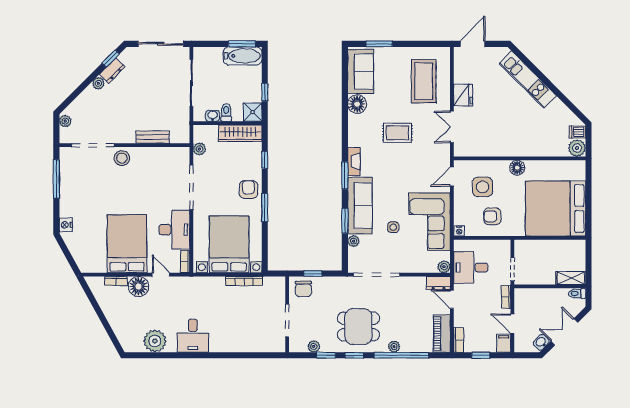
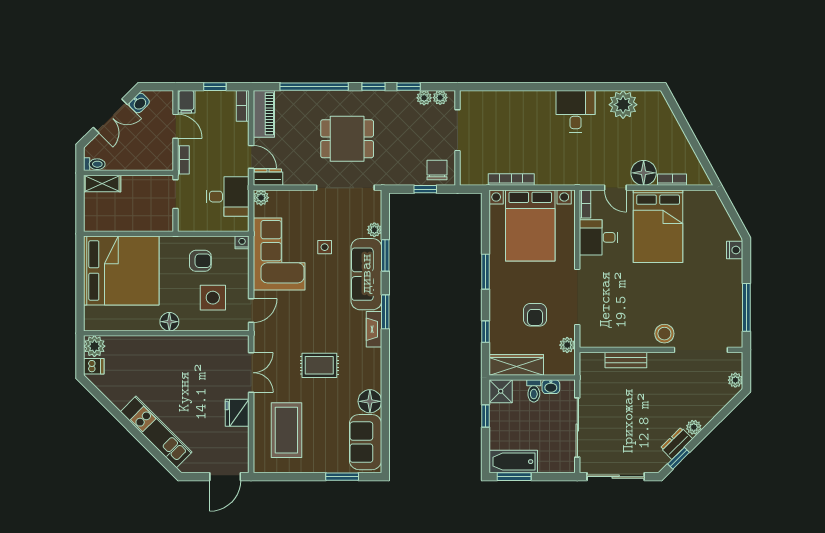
armchair: (248, 190) -> (535, 315), moved
desk: (174, 230) -> (599, 237), width x0.73
dining table: (358, 327) -> (347, 139), moved
plant: (394, 347) -> (440, 98), moved

